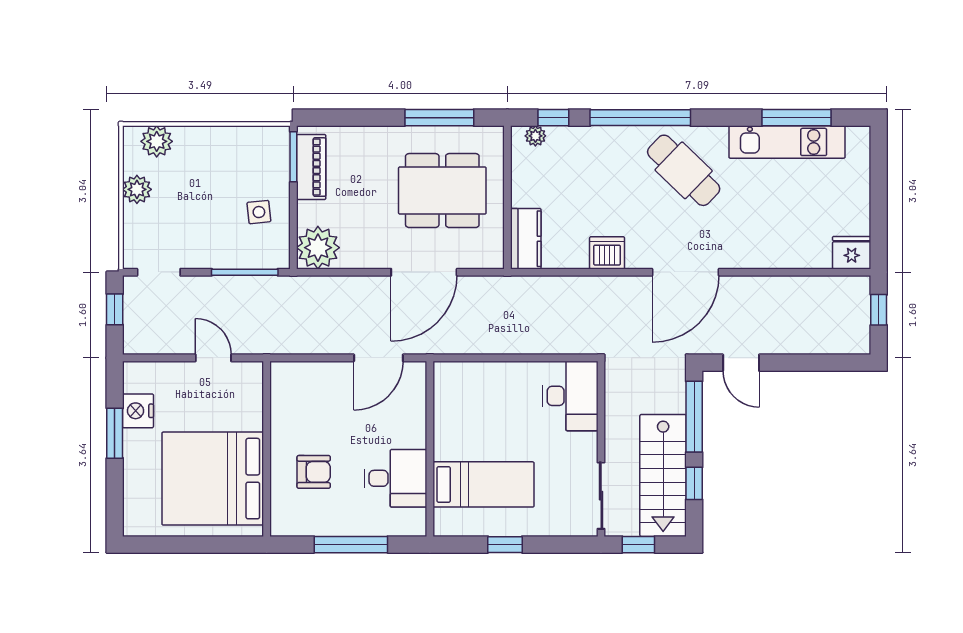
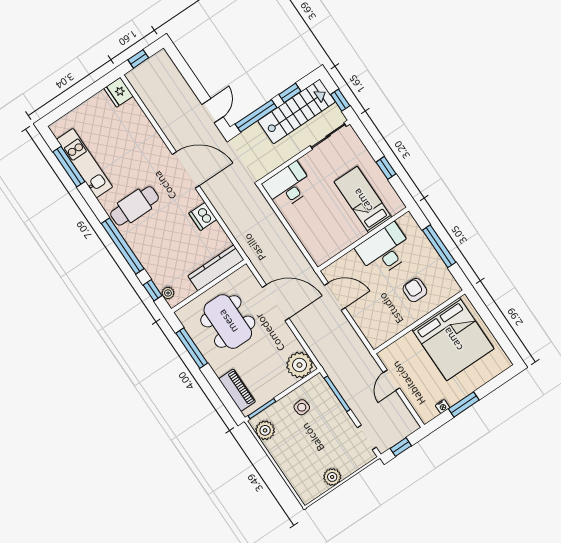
plant: (157, 141) -> (265, 430), moved
piano: (311, 167) -> (237, 390), moved, turned 90
cafe table: (684, 170) -> (135, 206), turned 46
kitchen counter: (526, 239) -> (216, 268), width x1.50
nightstand: (138, 411) -> (443, 407), width x0.53, depth x0.56
desk: (395, 478) -> (385, 250), width x1.37

